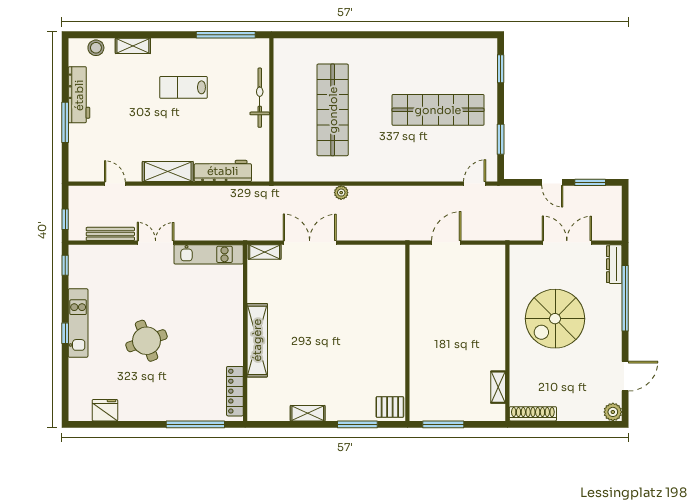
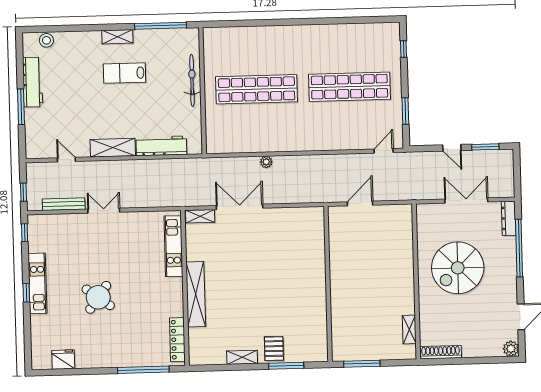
shelving: (133, 46) -> (117, 37), moved
window: (501, 69) -> (404, 49), width x0.67
shop shelf: (333, 110) -> (257, 89), turned 90
kitchen unit: (209, 254) -> (173, 246), moved, turned 90
round table: (147, 341) -> (98, 297), turned -34
pallet: (390, 407) -> (274, 349), moved, turned 90

